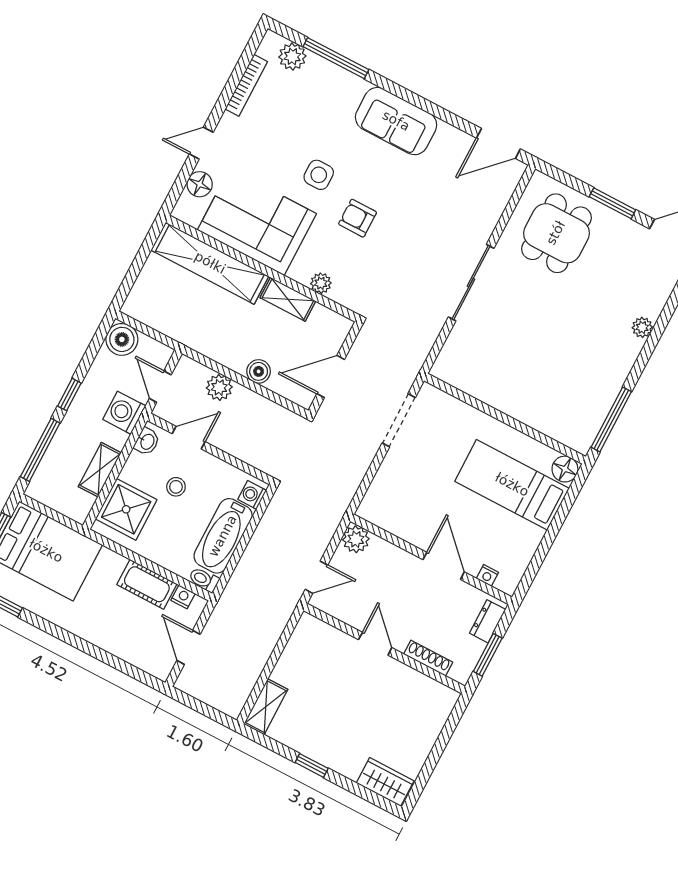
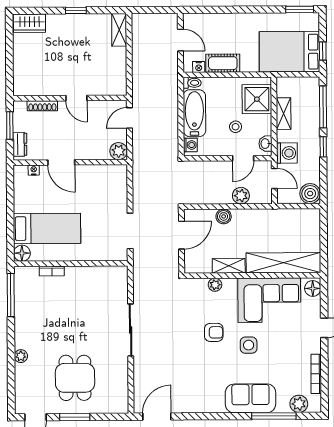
sofa: (396, 121) -> (250, 398), moved
floor lamp: (200, 184) -> (313, 288), moved
dining table: (556, 233) -> (75, 378), moved
bookcase: (537, 422) -> (52, 271), added

